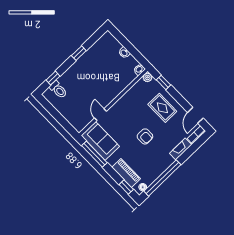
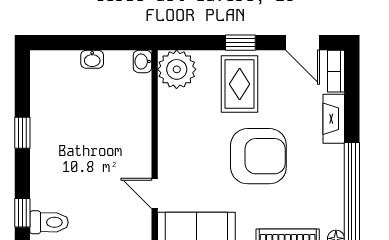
plant: (147, 77) -> (177, 69), width x1.88, depth x1.88
window: (164, 82) -> (240, 43), moved
rug: (162, 108) -> (240, 84), turned 90
armchair: (145, 136) -> (258, 156), width x1.88, depth x1.88

